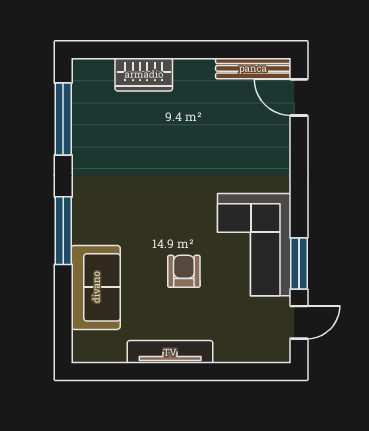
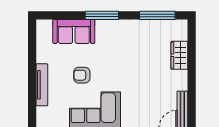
armchair: (184, 271) -> (82, 75), turned 180
tv unit: (170, 352) -> (42, 85), moved

